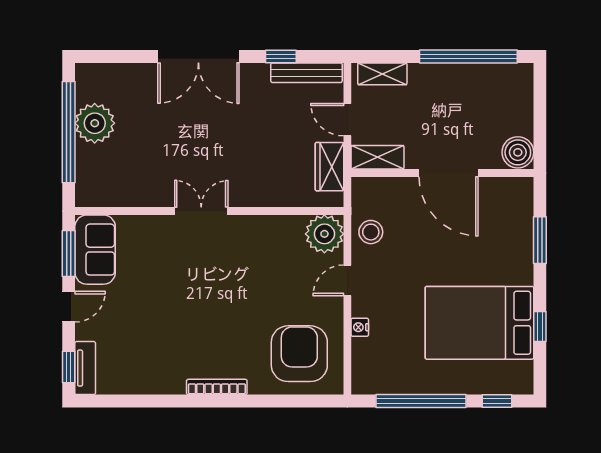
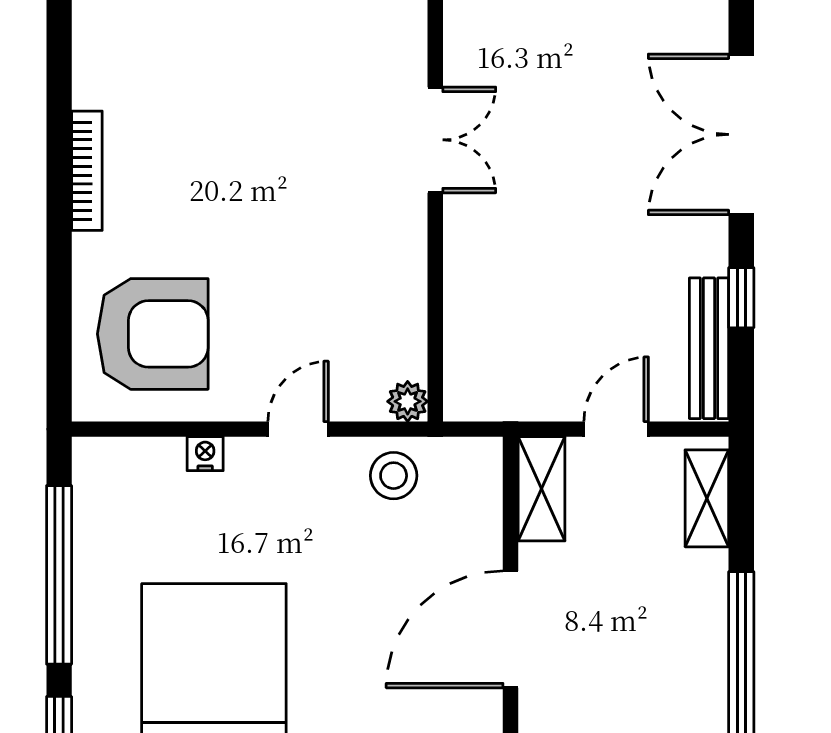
wardrobe: (329, 167) -> (523, 394), removed
plant: (324, 234) -> (408, 401), width x0.53, depth x0.53
door: (347, 280) -> (298, 429), hinge flipped

